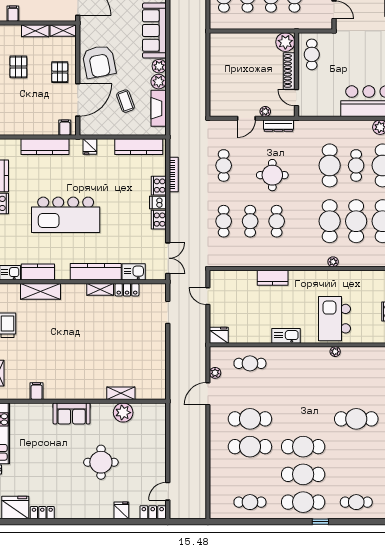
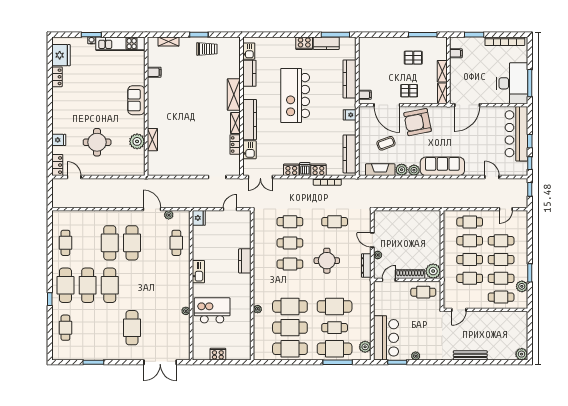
shelving: (41, 291) -> (234, 95), moved
round table: (101, 462) -> (97, 142), moved

